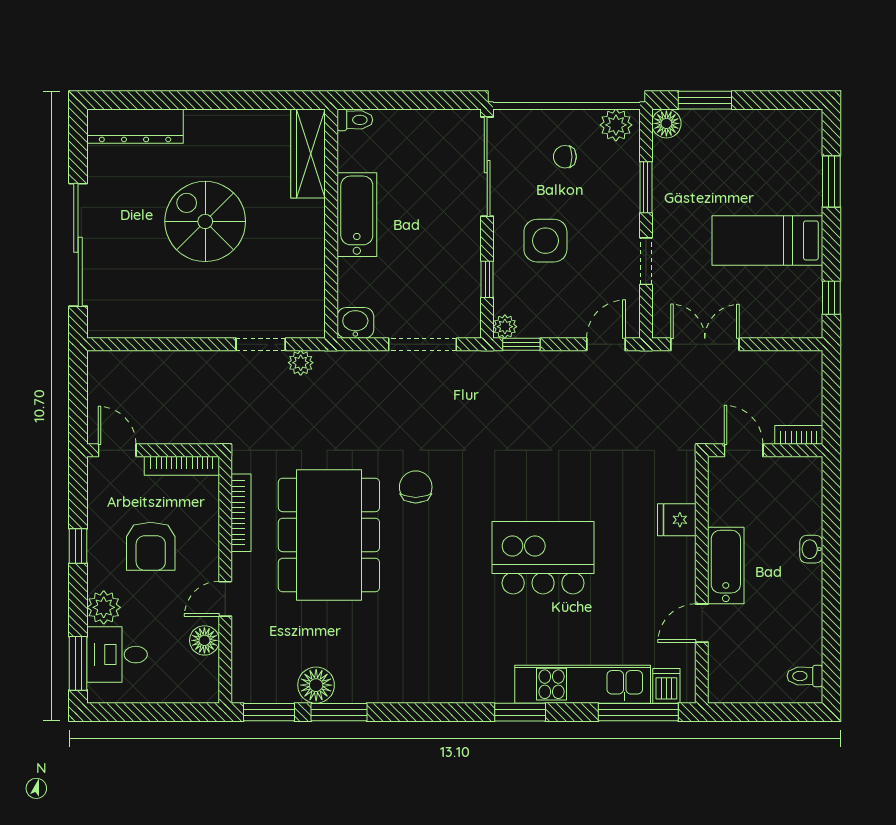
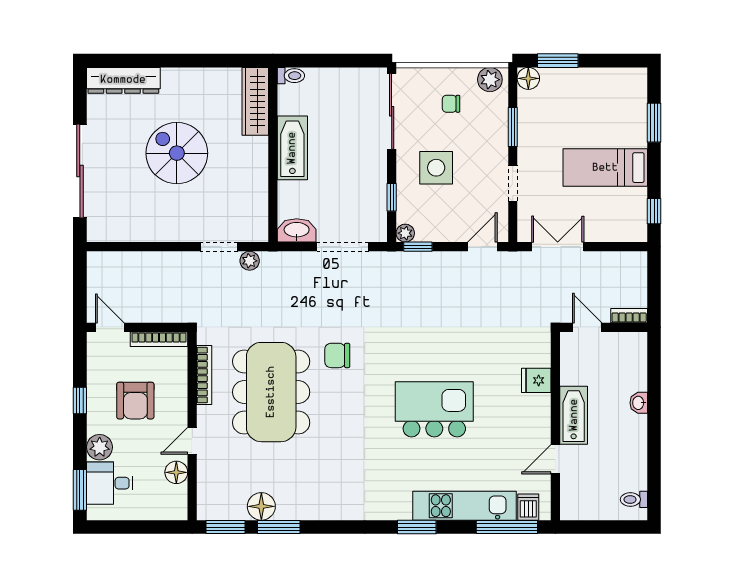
washbasin: (355, 323) -> (297, 230), width x1.38
chair: (416, 487) -> (337, 355), turned -90

